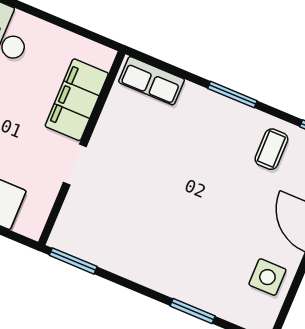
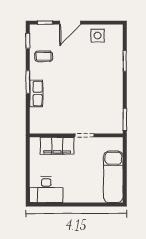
row of seats: (152, 81) -> (36, 93), moved

